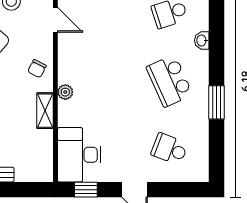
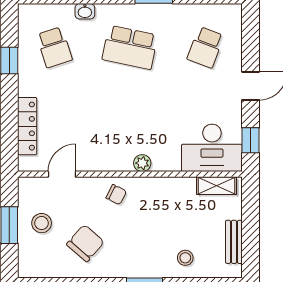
school desk: (169, 81) -> (130, 47), turned 36
shelving: (45, 111) -> (217, 186), moved

